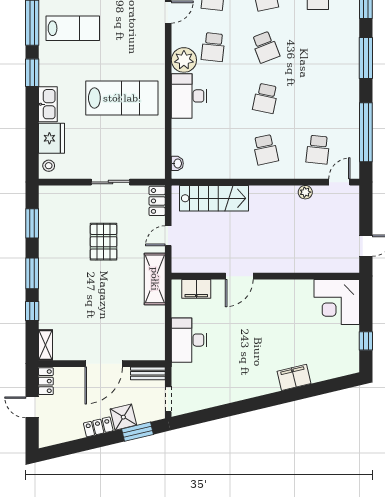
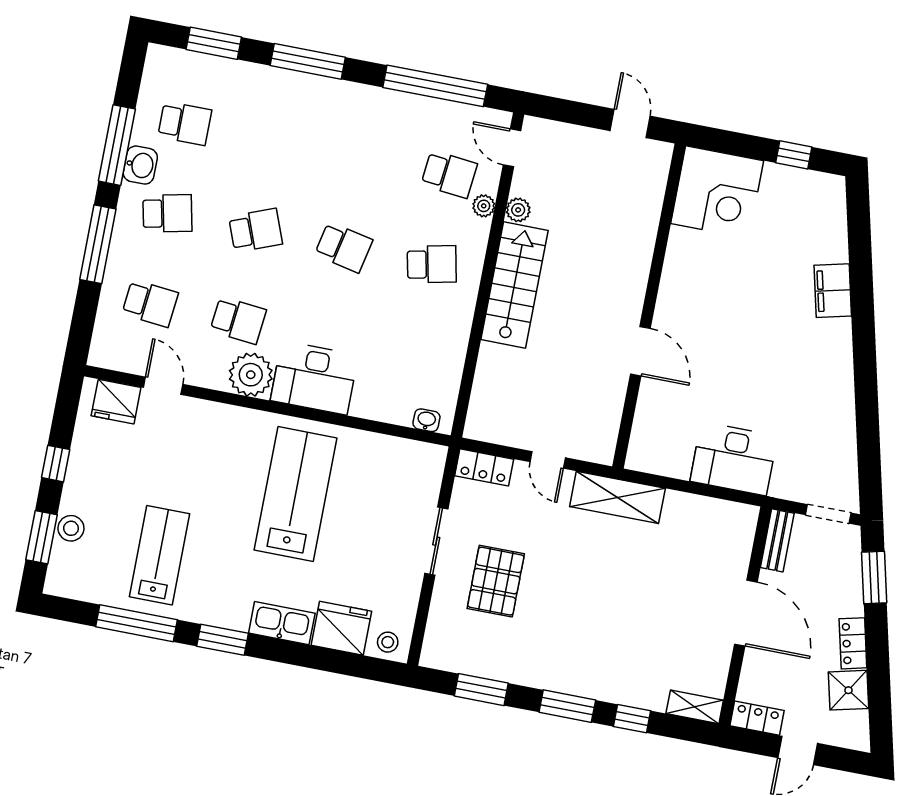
plant: (304, 172) -> (484, 206), added
stairs: (214, 198) -> (514, 285), moved
pallet: (104, 242) -> (496, 581), moved, turned 90
filing cabinet: (196, 289) -> (648, 429), removed
shower: (123, 417) -> (848, 690), moved

